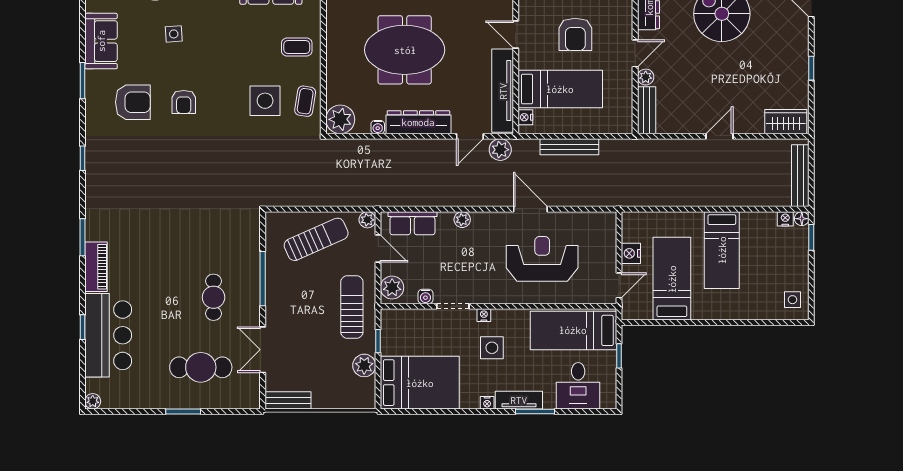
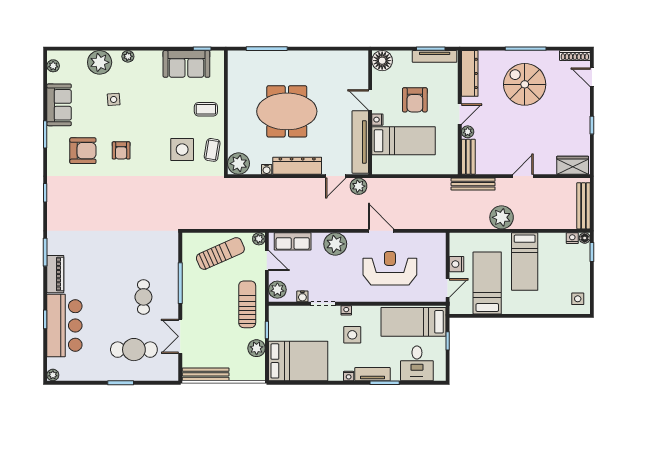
nightstand: (525, 117) -> (377, 120), moved
bench: (569, 147) -> (473, 184), moved
plant: (691, 191) -> (502, 217), added
plant: (462, 220) -> (335, 244), width x1.87, depth x1.87
bench: (288, 400) -> (206, 374), width x1.36

